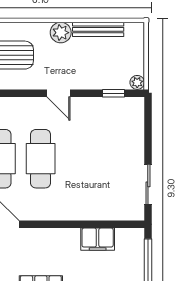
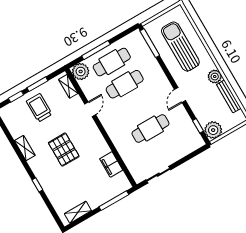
plant: (137, 82) -> (213, 130), width x1.88, depth x1.88
cafe table: (41, 159) -> (150, 129), moved

